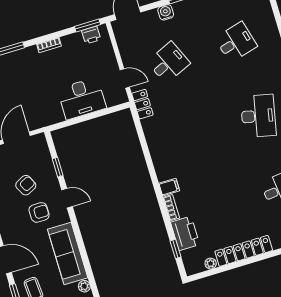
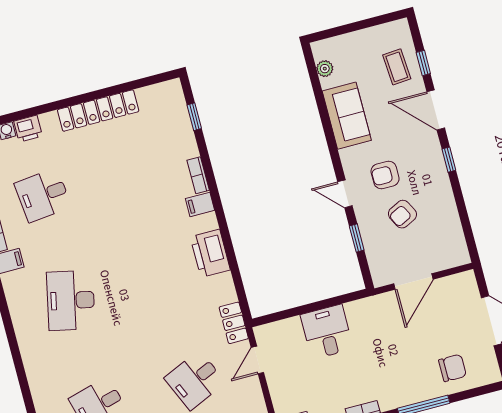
door: (125, 78) -> (257, 360), hinge flipped
desk: (82, 98) -> (327, 332), width x0.73
printer: (185, 233) -> (210, 253), moved
sofa: (68, 253) -> (347, 116), width x0.73
plant: (211, 264) -> (145, 94), removed

